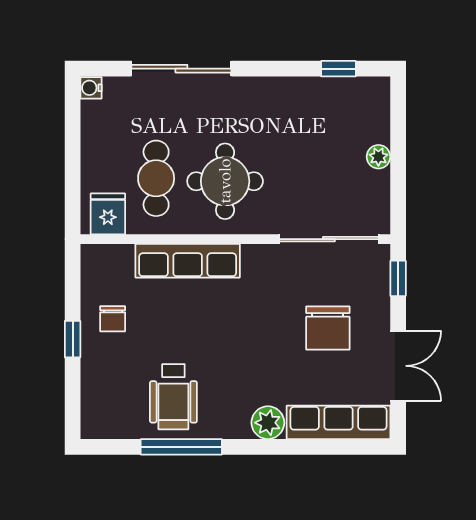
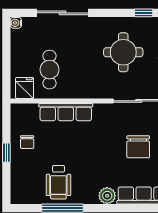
round table: (225, 181) -> (123, 52), moved

